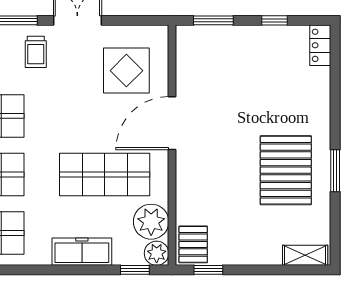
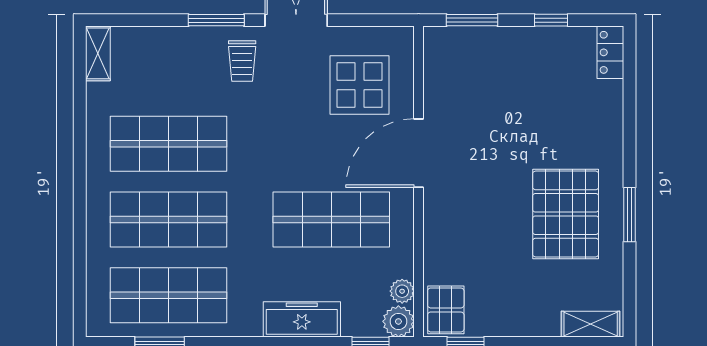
plant: (151, 222) -> (402, 291), width x0.53, depth x0.53

